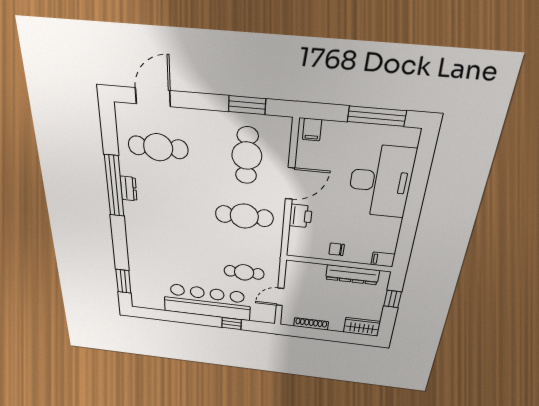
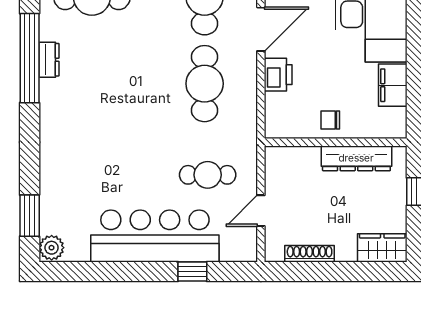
cafe table: (244, 216) -> (205, 84), turned 90
filing cabinet: (383, 259) -> (393, 85), moved, width x2.00
plant: (139, 300) -> (52, 248), added

